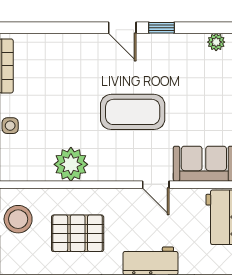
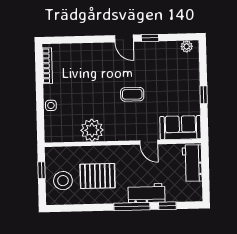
coffee table: (133, 112) -> (132, 94), width x0.54, depth x0.58
stool: (18, 219) -> (63, 181), moved

